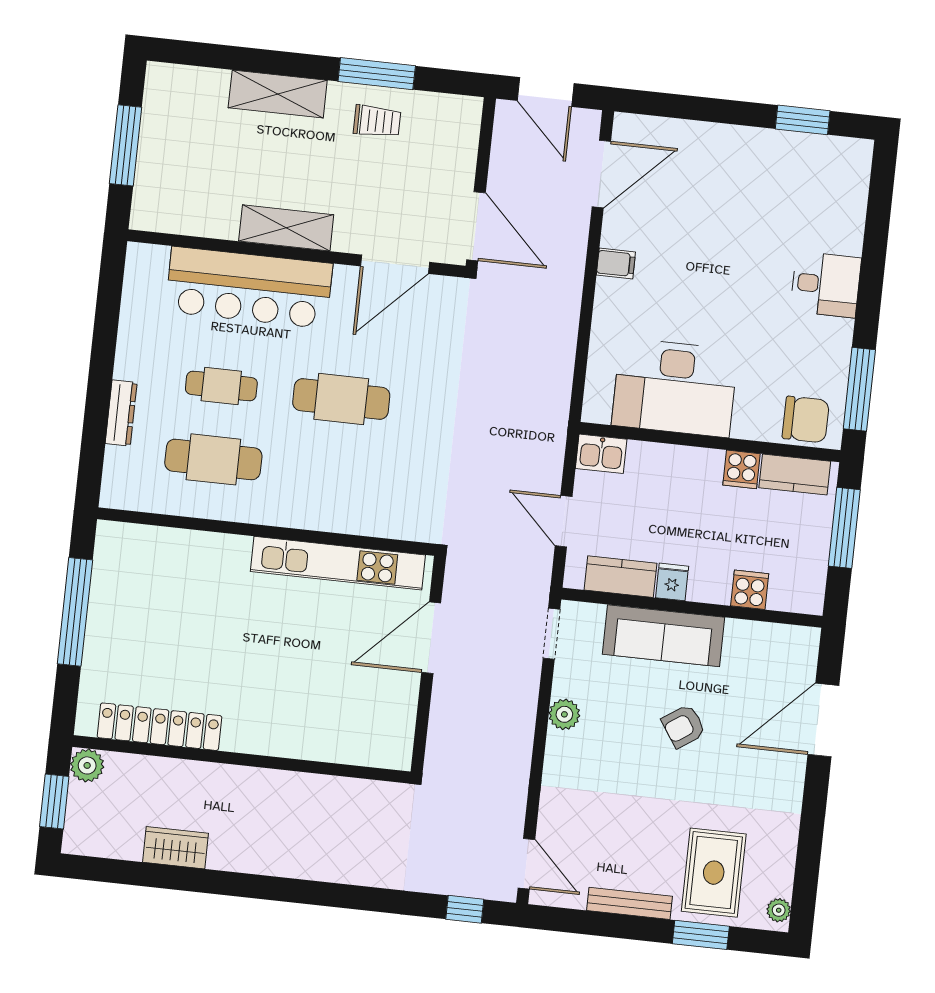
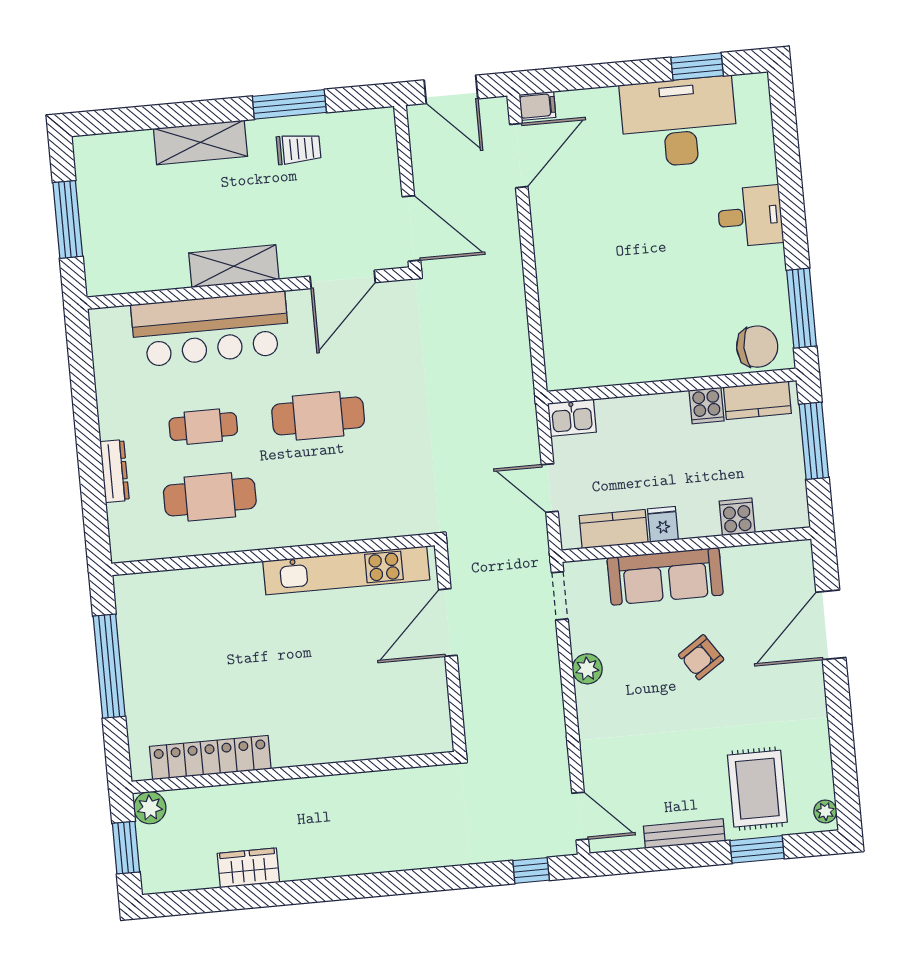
filing cabinet: (616, 263) -> (537, 106), moved
desk: (675, 388) -> (679, 122), moved, turned 180

